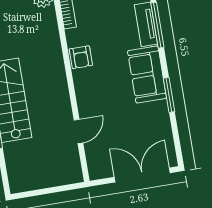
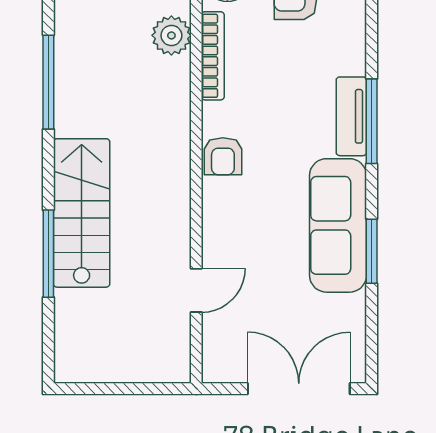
sofa: (147, 74) -> (338, 225), width x1.36

